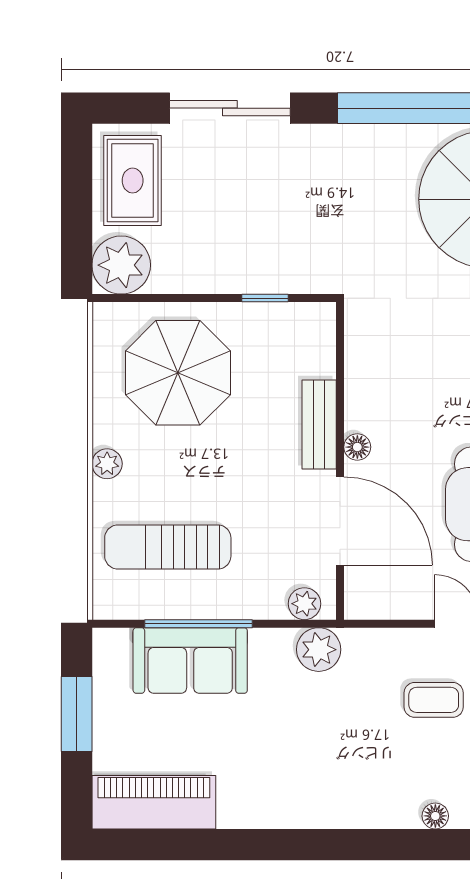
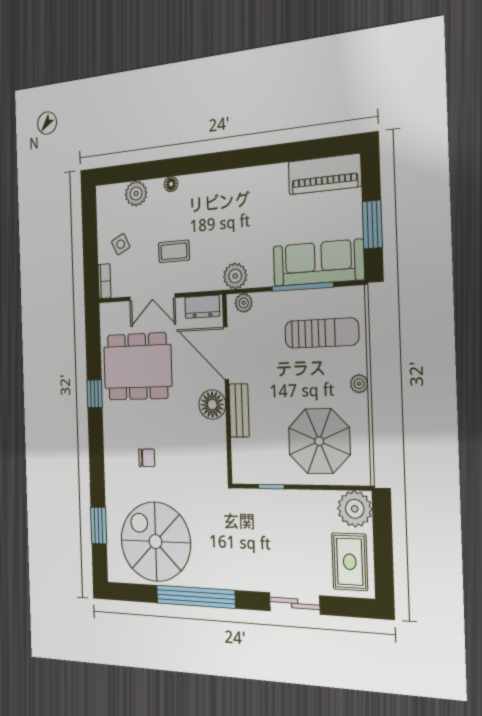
sliding door: (230, 108) -> (295, 603), width x0.73
floor lamp: (357, 447) -> (212, 405), width x1.89, depth x1.89
dresser: (382, 602) -> (202, 307), added
sofa: (190, 660) -> (318, 263), width x1.36

